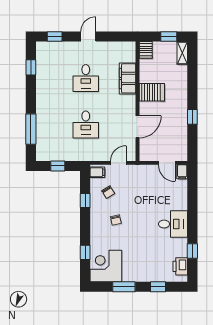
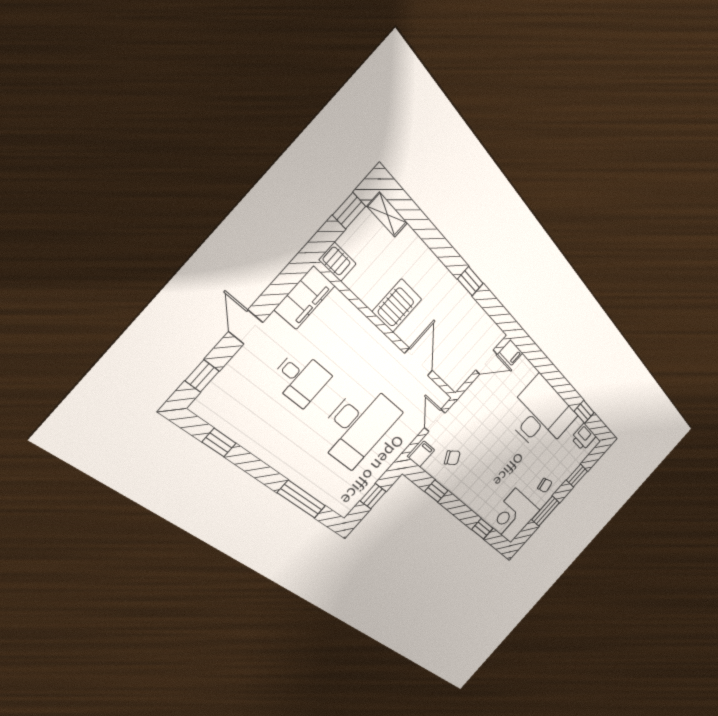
filing cabinet: (128, 78) -> (305, 298), moved, turned -90
desk: (86, 124) -> (358, 425), width x1.87, depth x1.30
chair: (116, 220) -> (545, 485), moved
desk: (173, 224) -> (541, 415), width x1.87, depth x1.30

